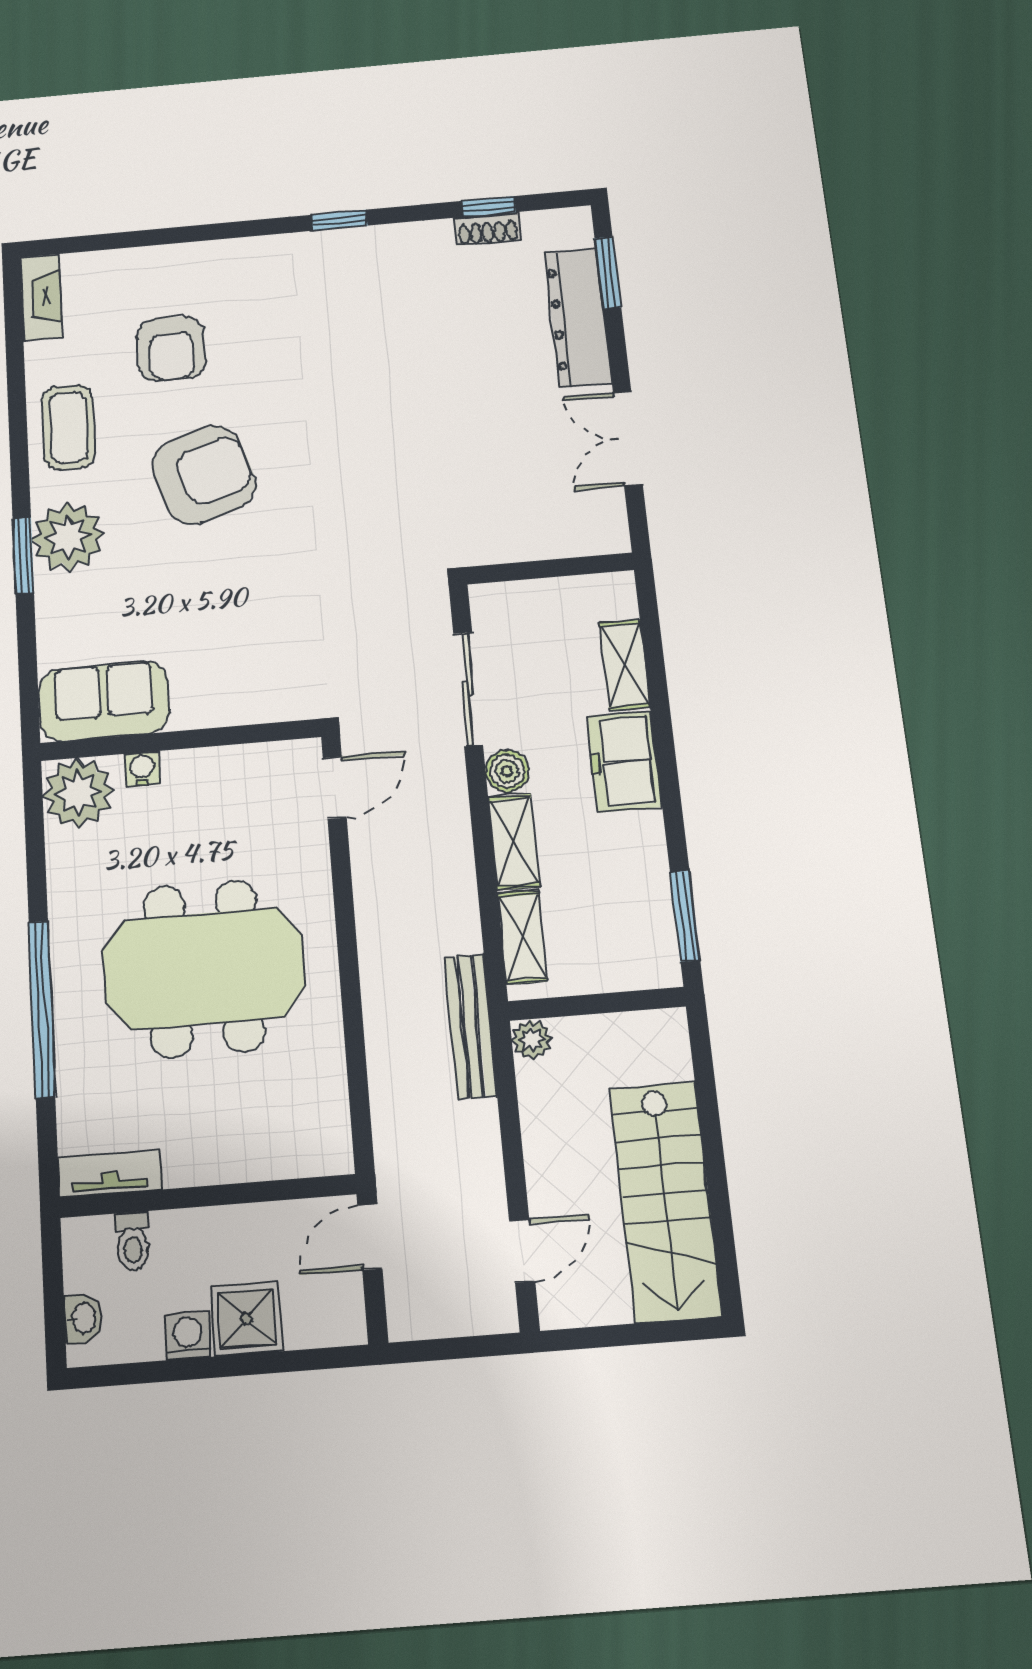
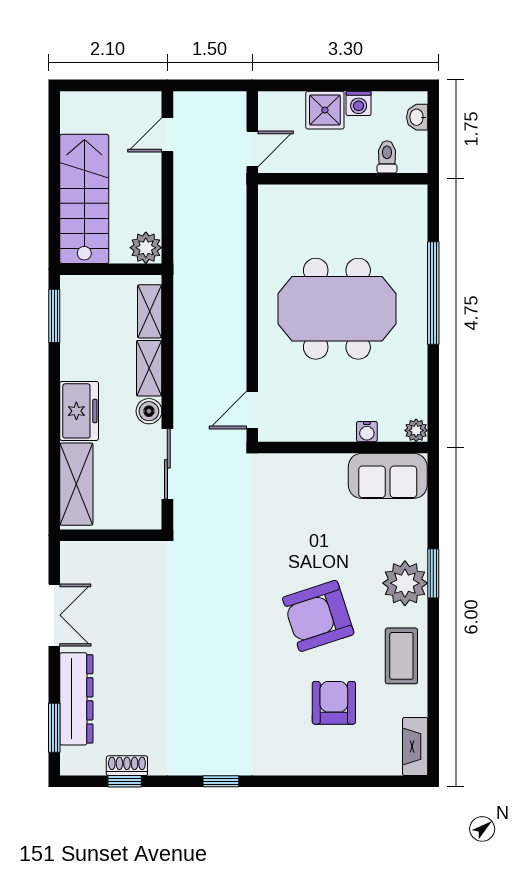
shelving: (625, 665) -> (76, 484), width x1.50, depth x1.33
plant: (78, 793) -> (416, 430), width x0.53, depth x0.53
bench: (471, 1026) -> (184, 262), removed
plant: (532, 1039) -> (146, 248), width x1.38, depth x1.38
tv unit: (110, 1174) -> (398, 196), removed
stairs: (665, 1201) -> (84, 199), moved

